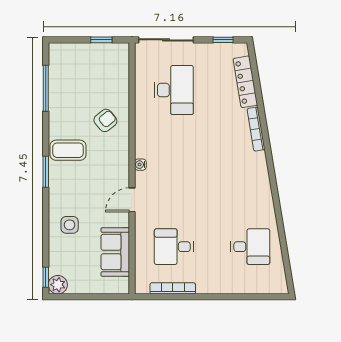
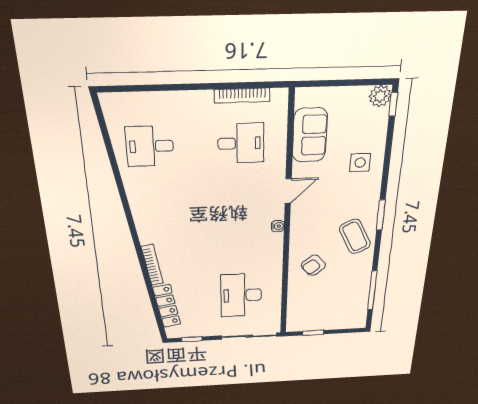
coffee table: (68, 150) -> (355, 236), turned 64

